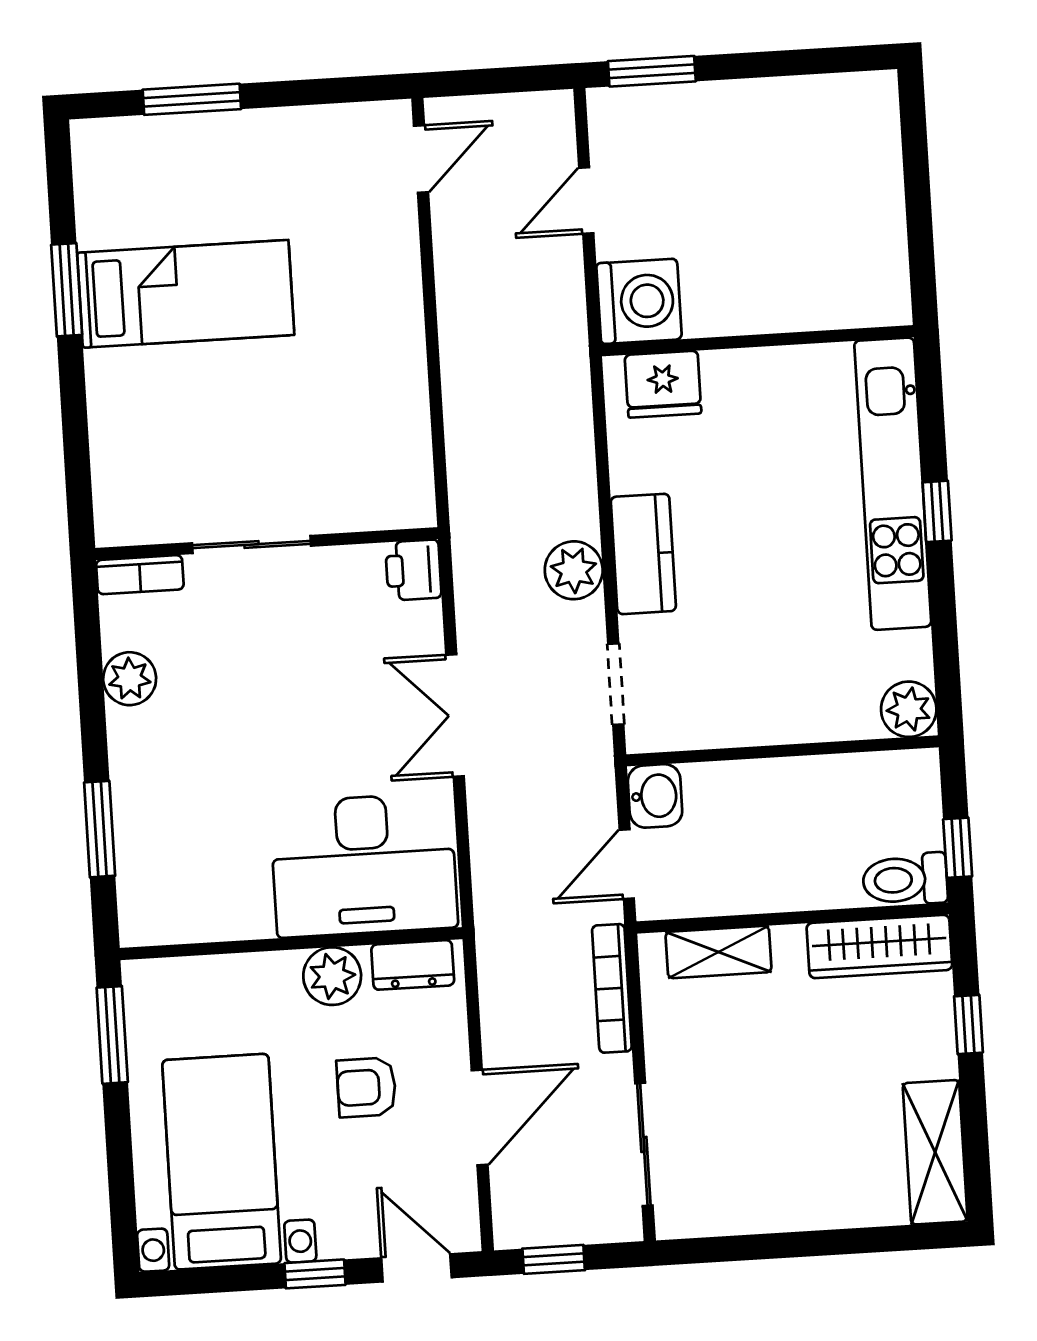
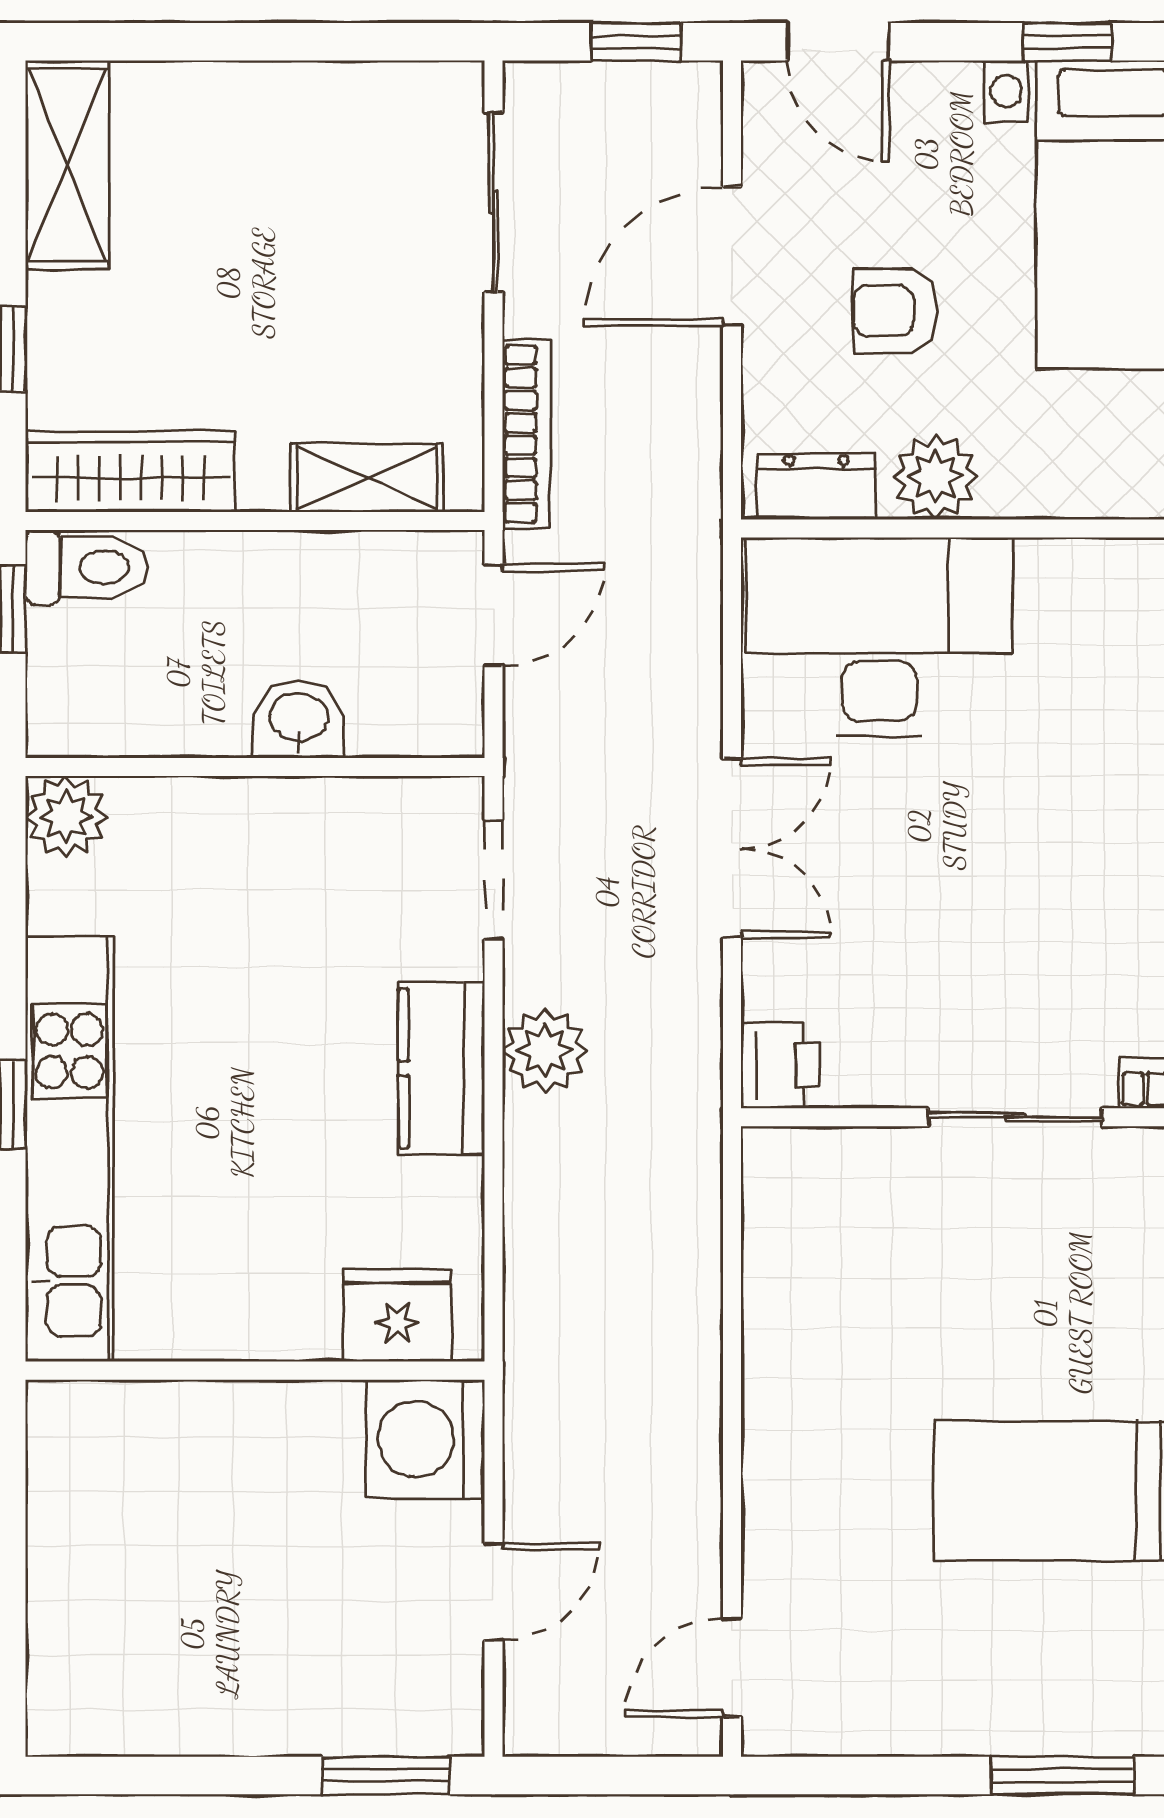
washbasin: (655, 796) -> (299, 719), moved, turned 90
armchair: (366, 1087) -> (895, 311), turned 180
window: (315, 1274) -> (1067, 42), moved

